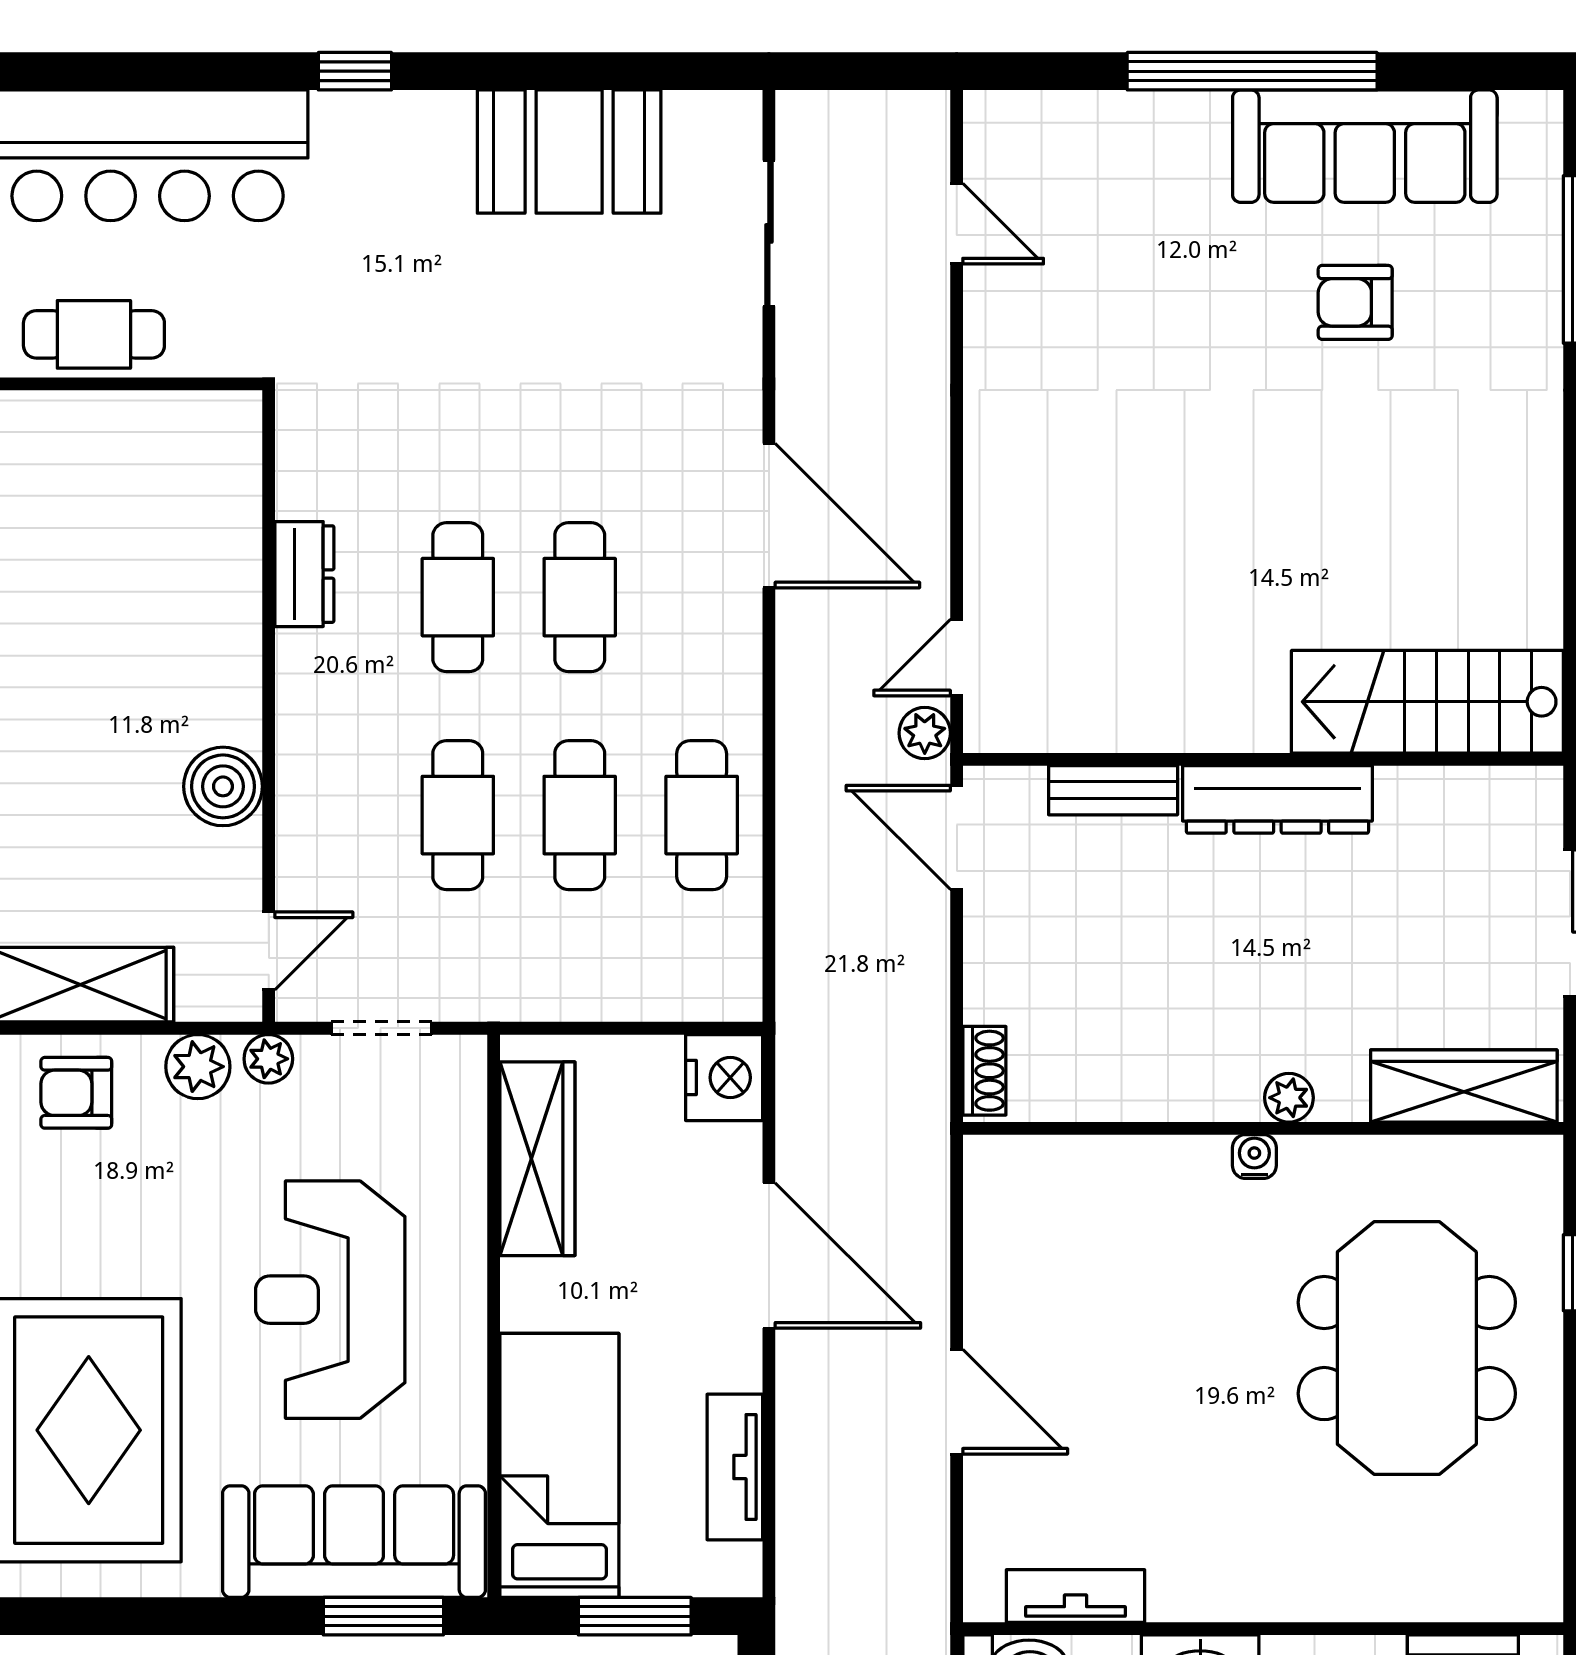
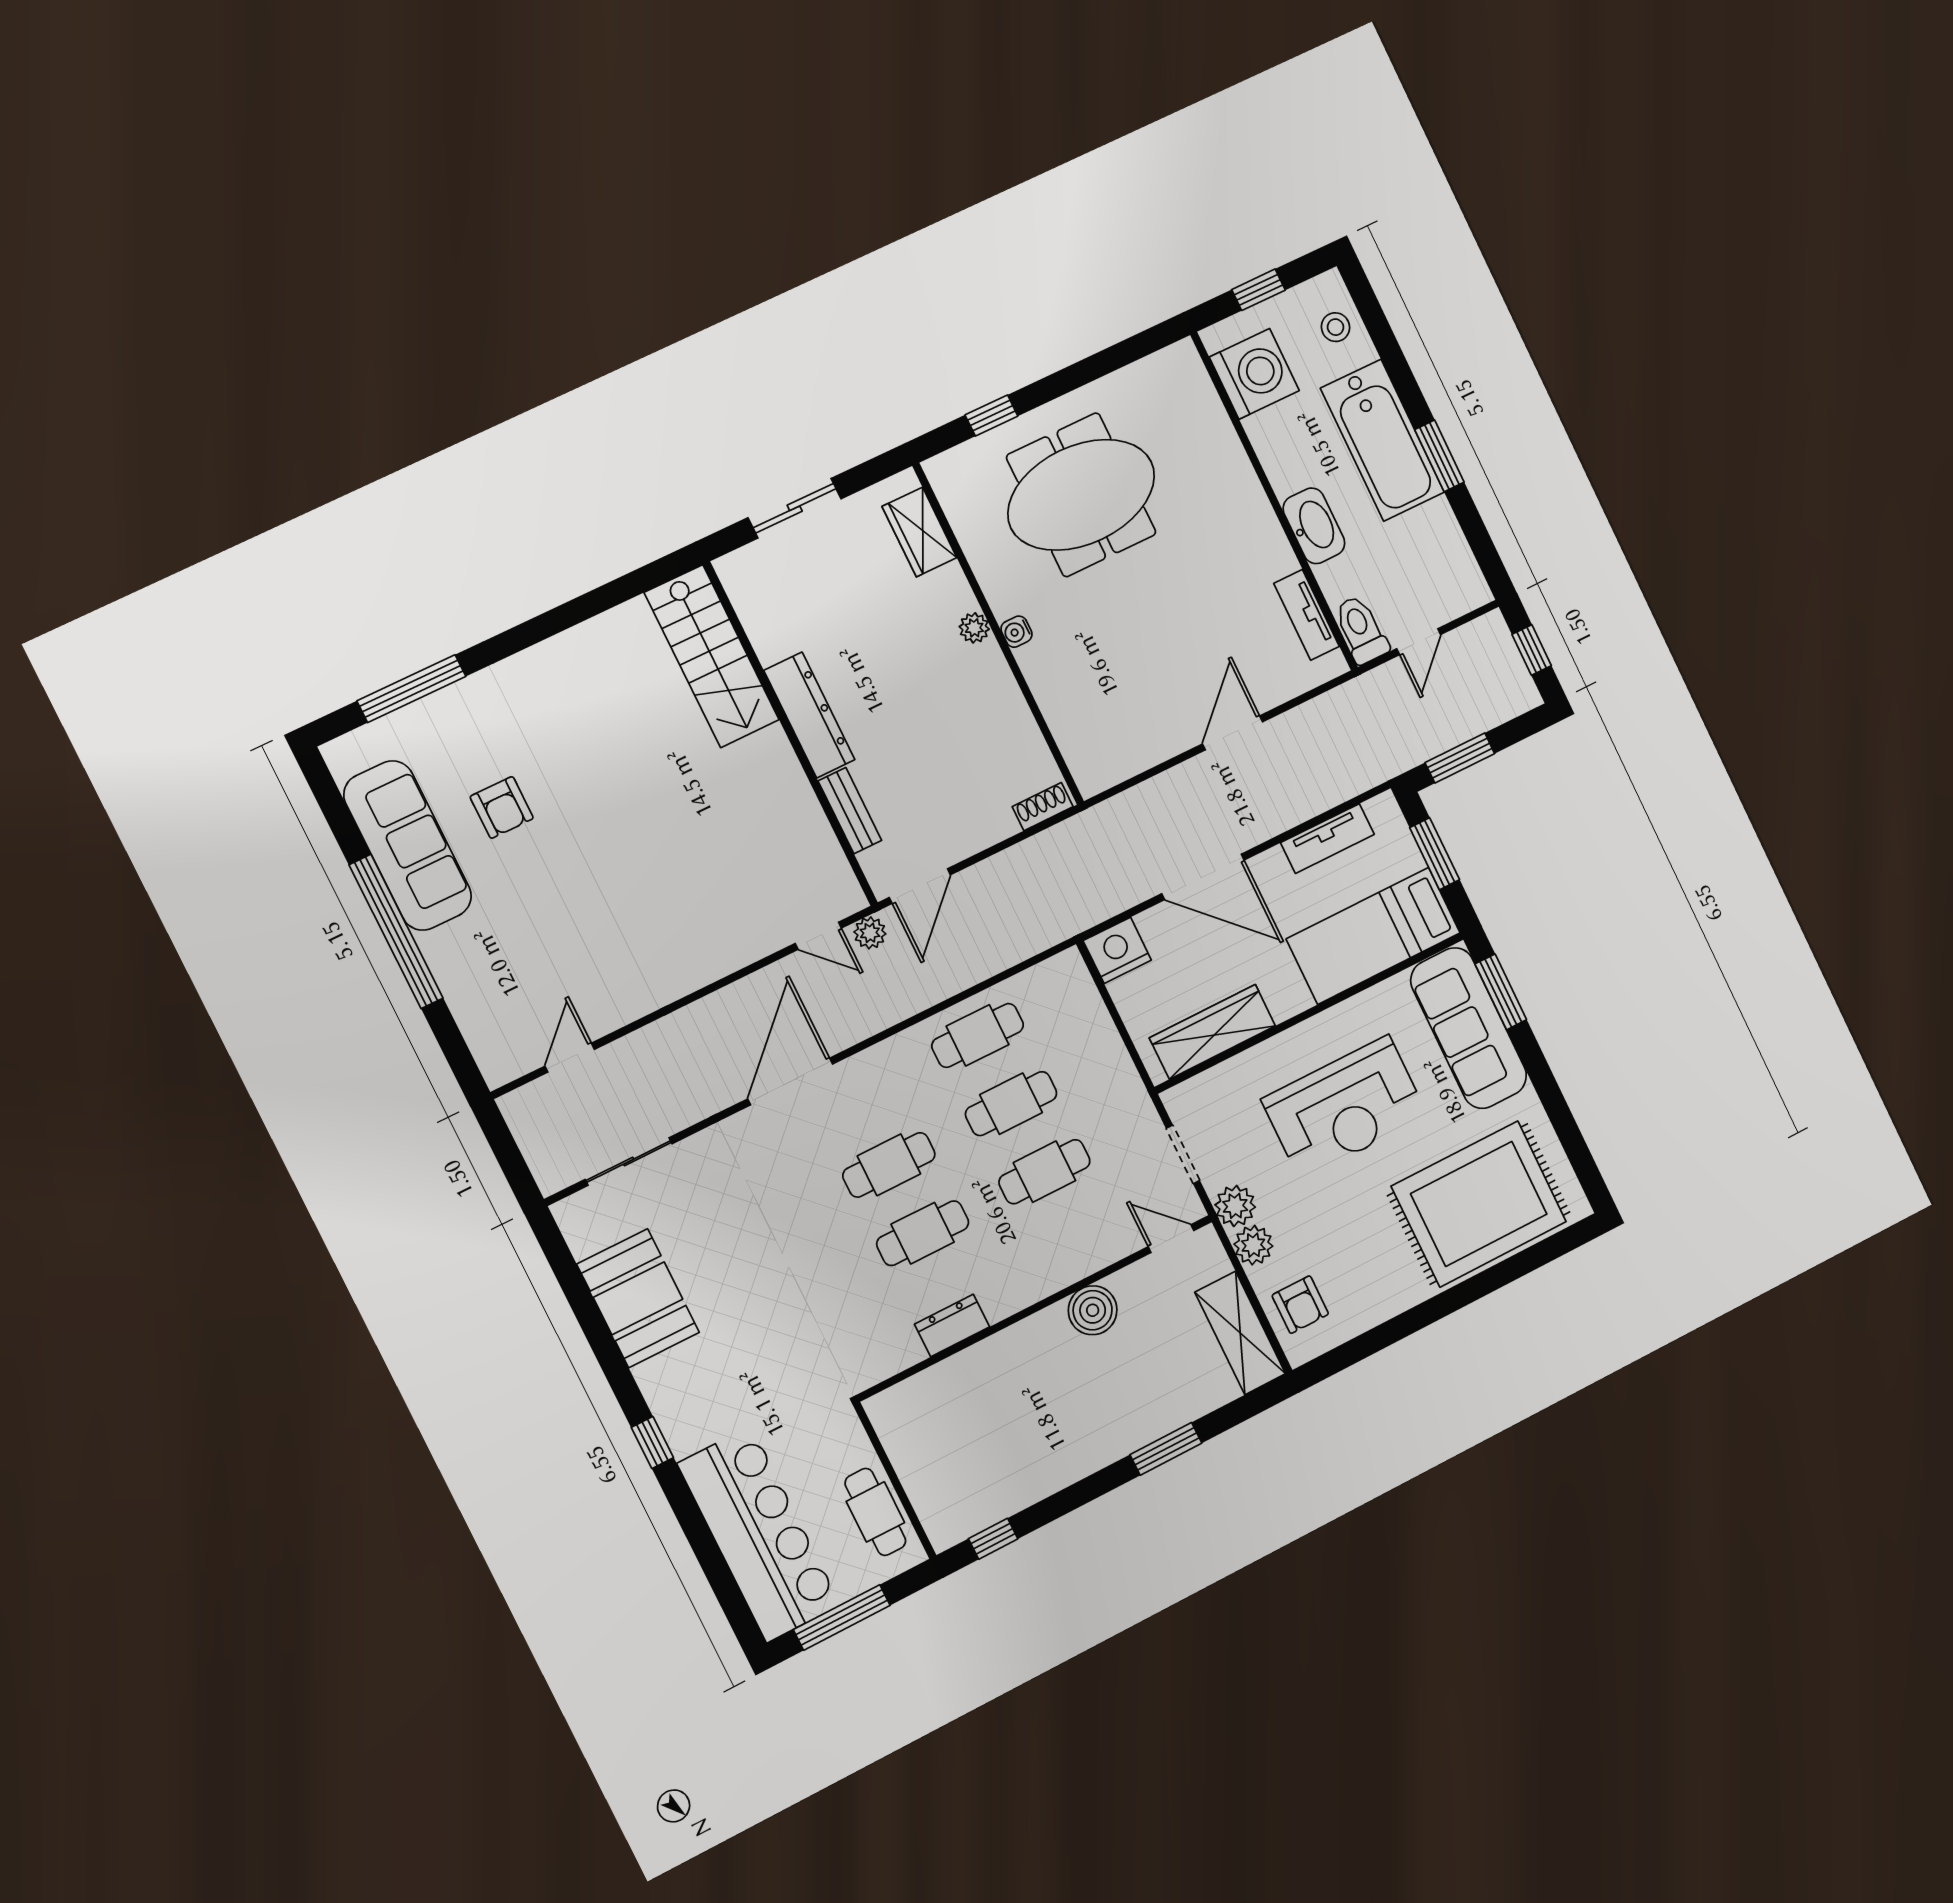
plant: (268, 1059) -> (1235, 1206), width x1.38, depth x1.38
wardrobe: (1464, 1086) -> (919, 532), width x0.67
door: (769, 1255) -> (1203, 877), swing flipped

